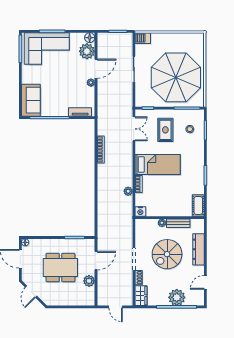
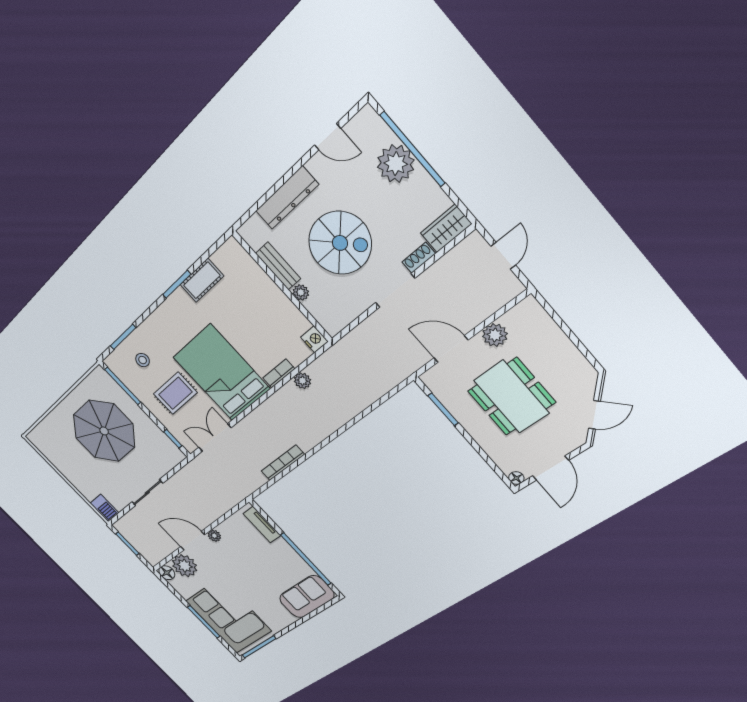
parasol: (176, 77) -> (104, 431), width x0.73, depth x0.73
bed: (158, 164) -> (222, 373), width x1.50
cot: (198, 205) -> (202, 280), moved

